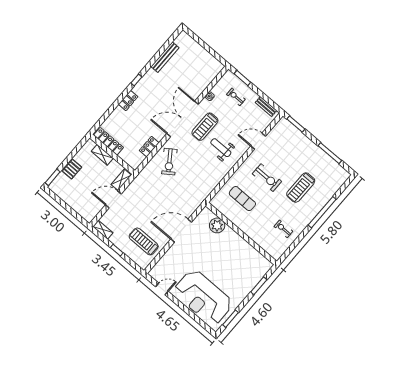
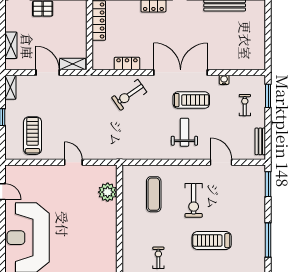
treadmill: (205, 127) -> (191, 100), turned 180
shelving: (102, 155) -> (11, 45), moved
door: (181, 231) -> (73, 162), width x0.53

